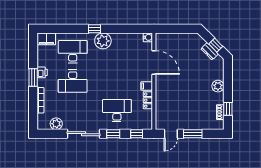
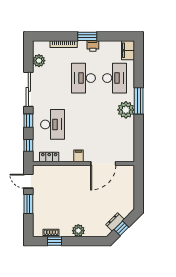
window: (95, 29) -> (139, 101), width x2.17
water cooler: (148, 37) -> (130, 157), removed
locker: (148, 100) -> (49, 157), moved

